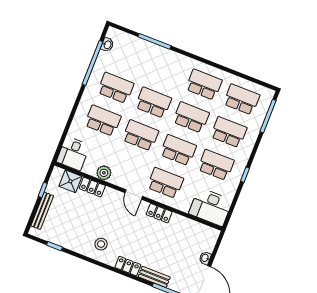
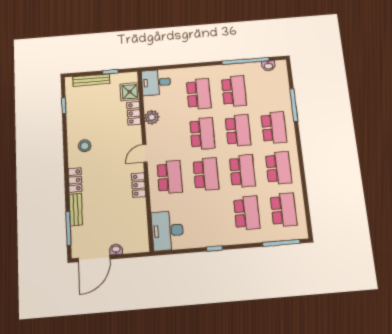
school desk: (216, 165) -> (274, 128), moved

